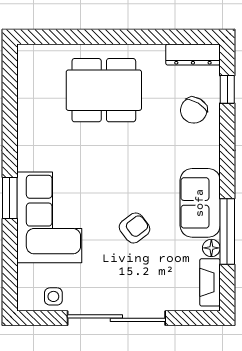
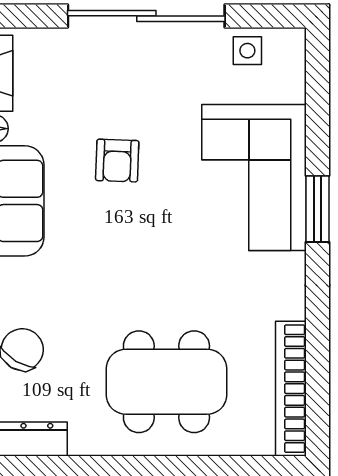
bookcase: (26, 86) -> (291, 389), added
armchair: (135, 228) -> (117, 161), turned -50

